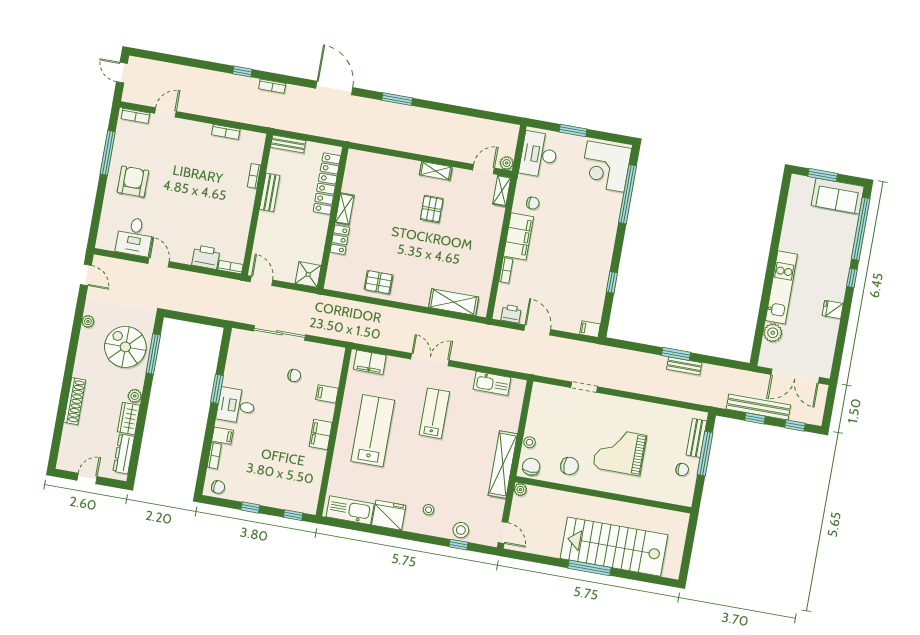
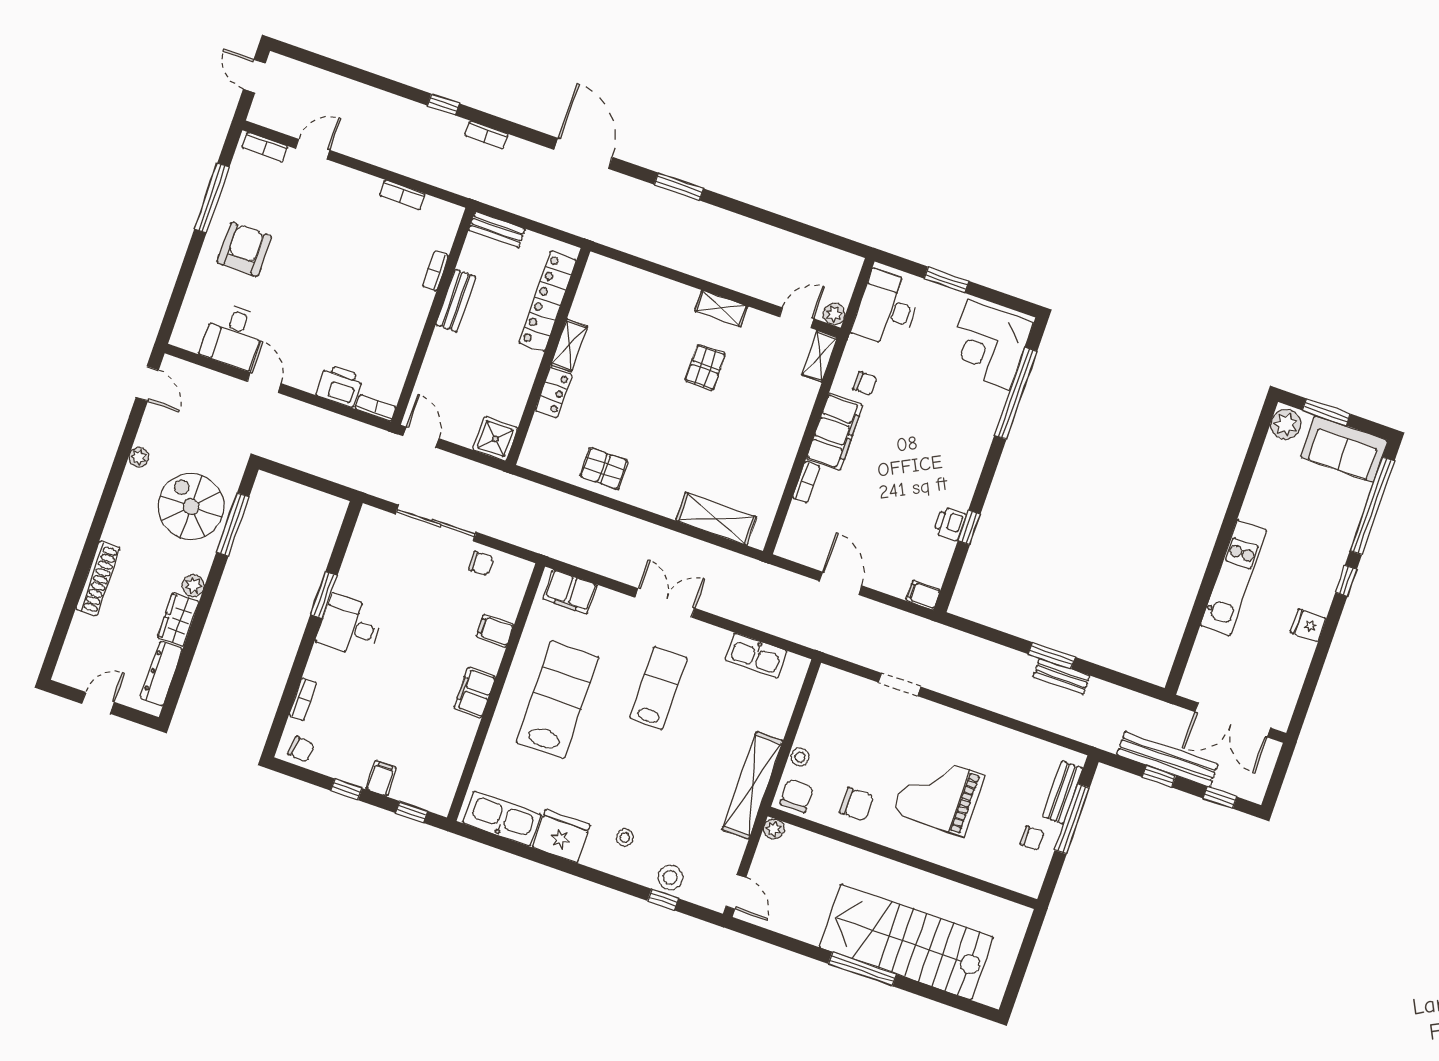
printer: (511, 314) -> (950, 524), moved, turned -90
plant: (773, 333) -> (1286, 424), moved
chair: (294, 375) -> (481, 563), moved
filing cabinet: (222, 436) -> (381, 778), moved, turned -90

